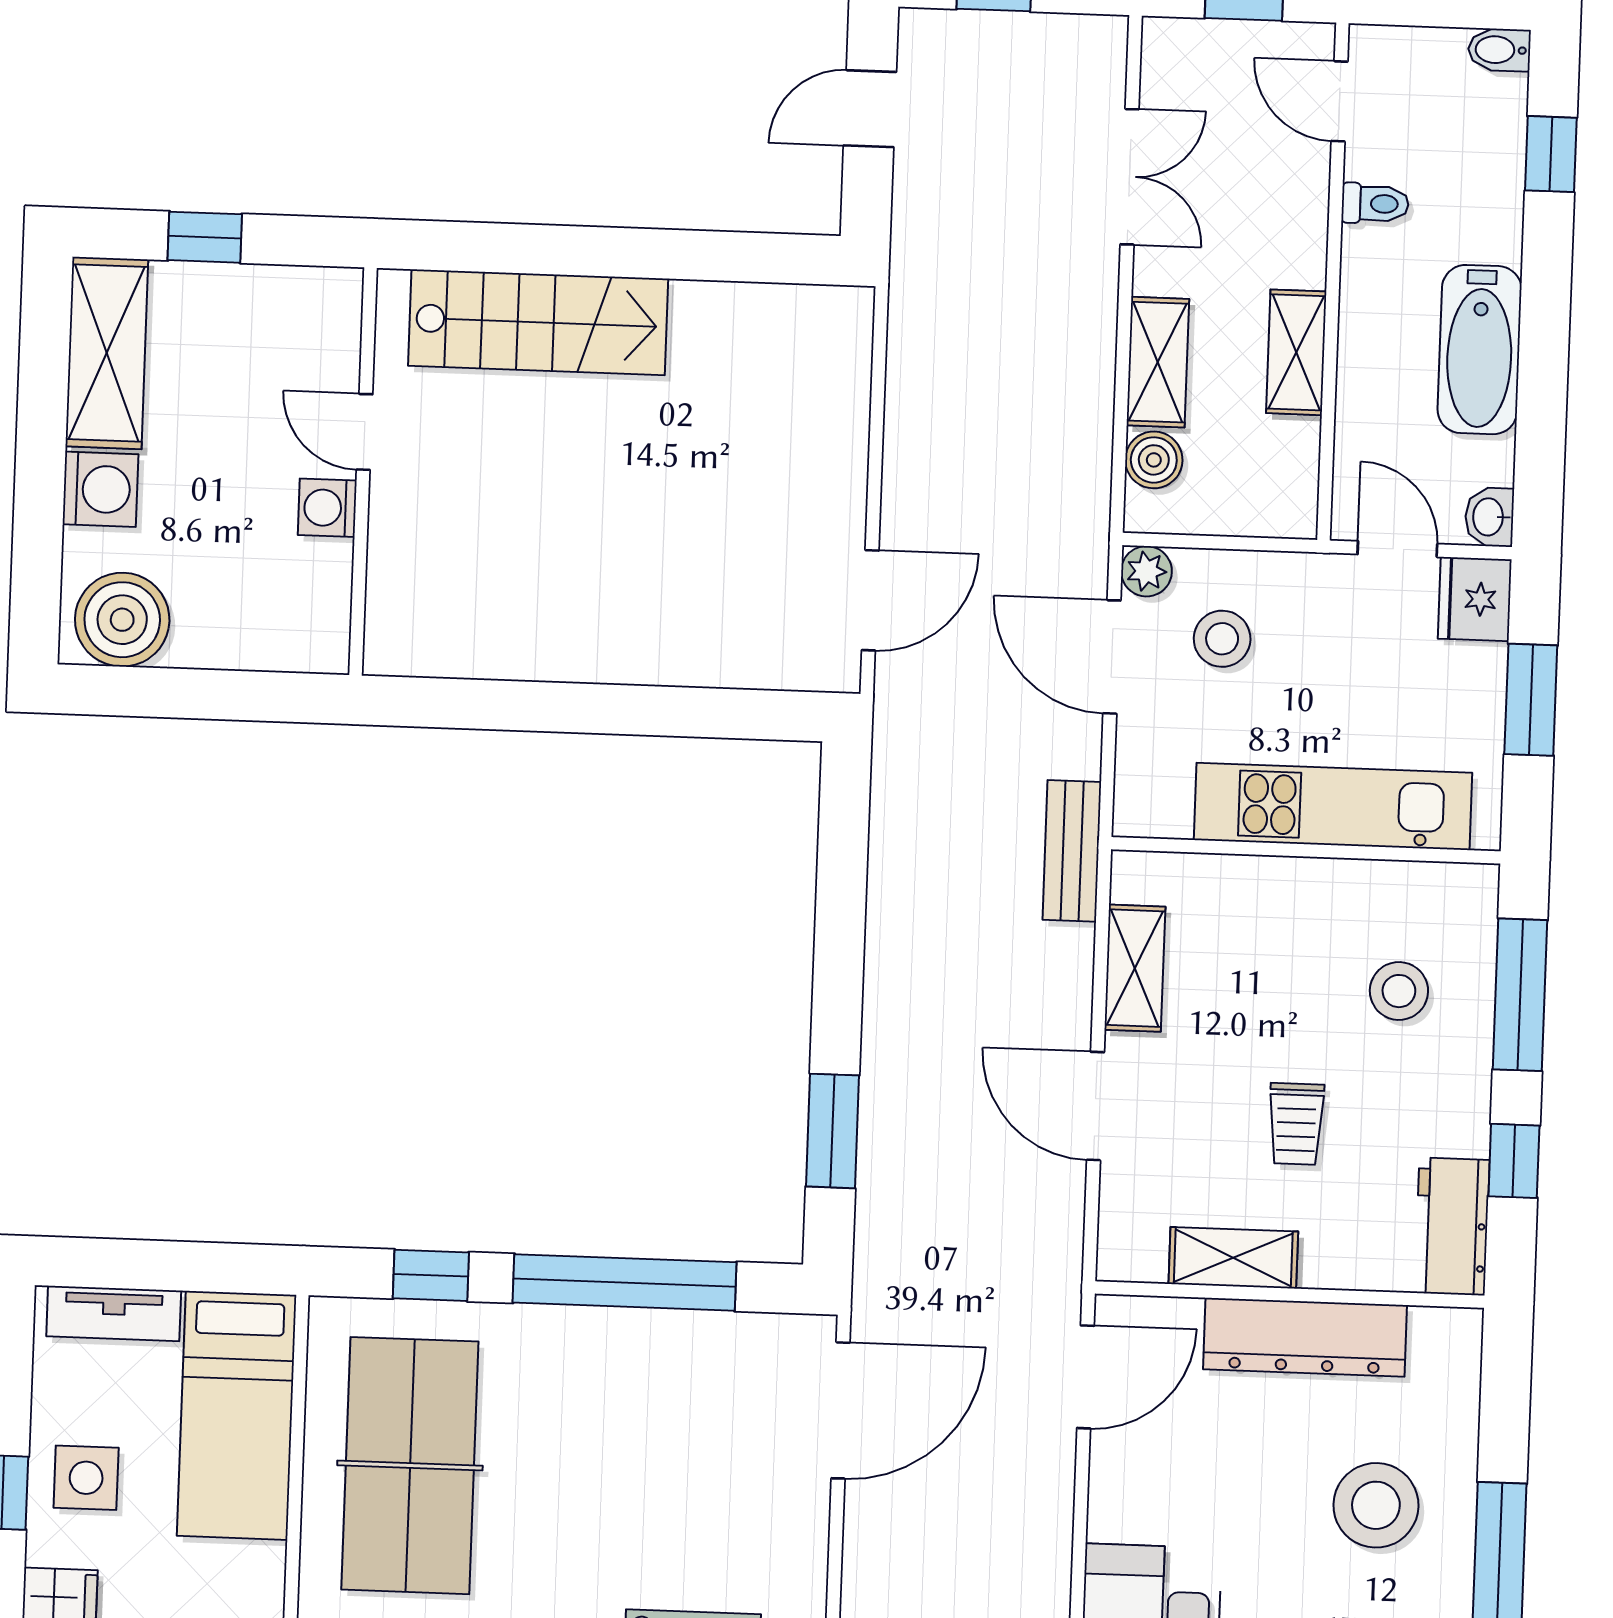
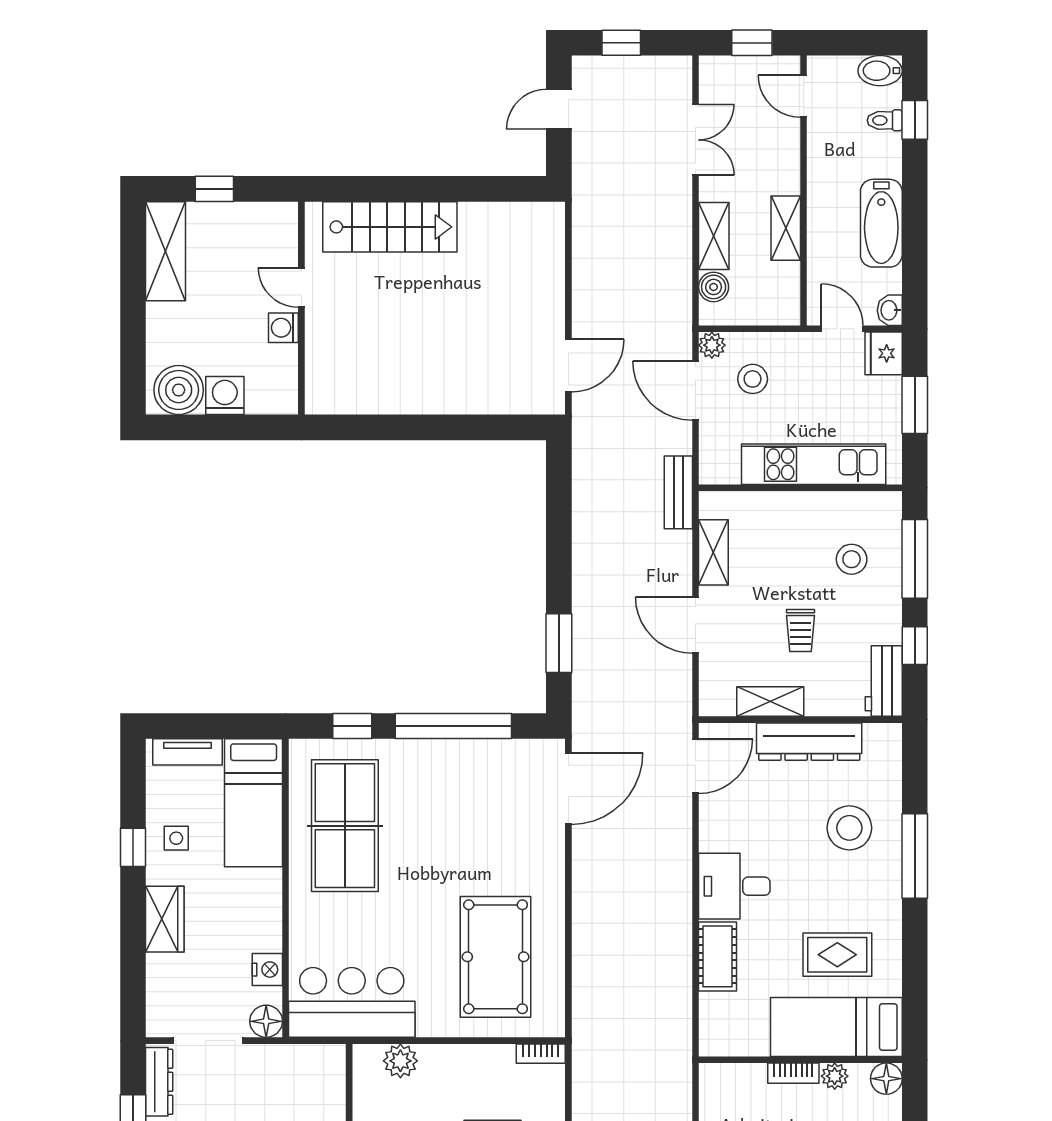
bidet: (1499, 50) -> (880, 71), width x1.38, depth x1.36
toilet: (1375, 204) -> (885, 120), moved, turned 180
washing machine: (100, 489) -> (225, 396), moved, turned -90
side table: (86, 1478) -> (176, 838), width x0.73, depth x0.73

